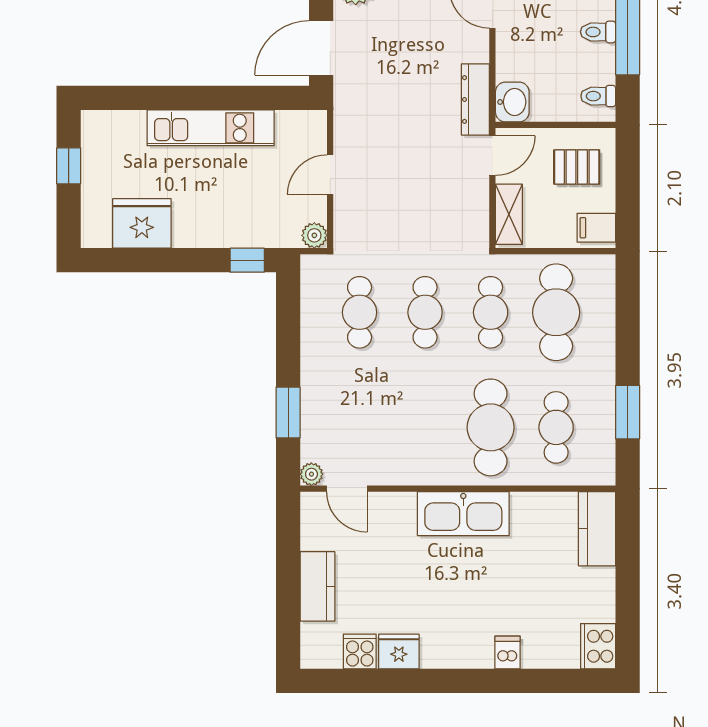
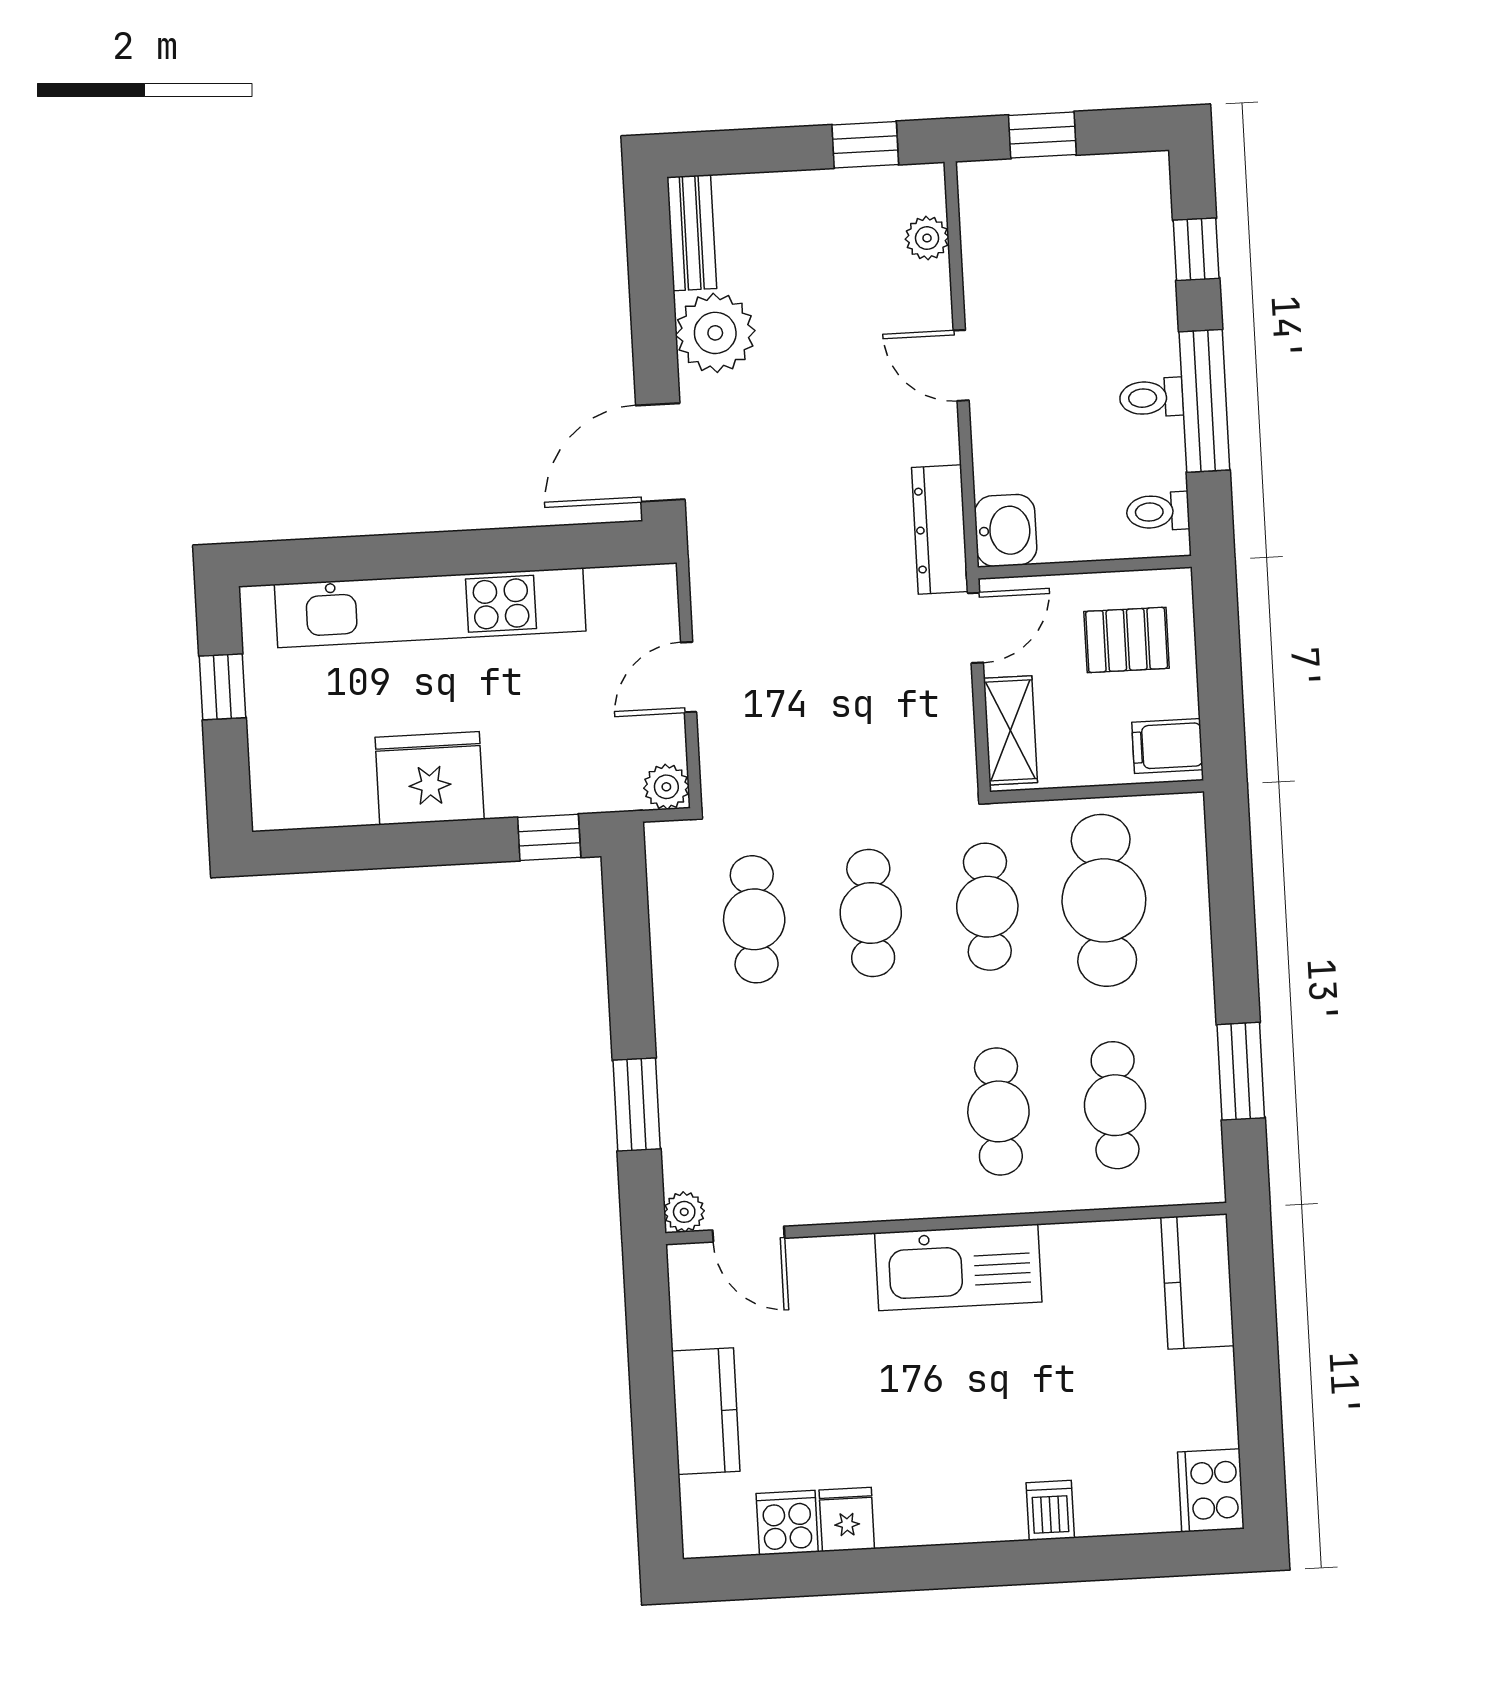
kitchen unit: (211, 128) -> (430, 608), width x1.36
fridge: (142, 223) -> (430, 778), moved
cafe table: (491, 427) -> (998, 1111), width x0.73, depth x0.74
fridge: (399, 651) -> (847, 1519), width x0.72

